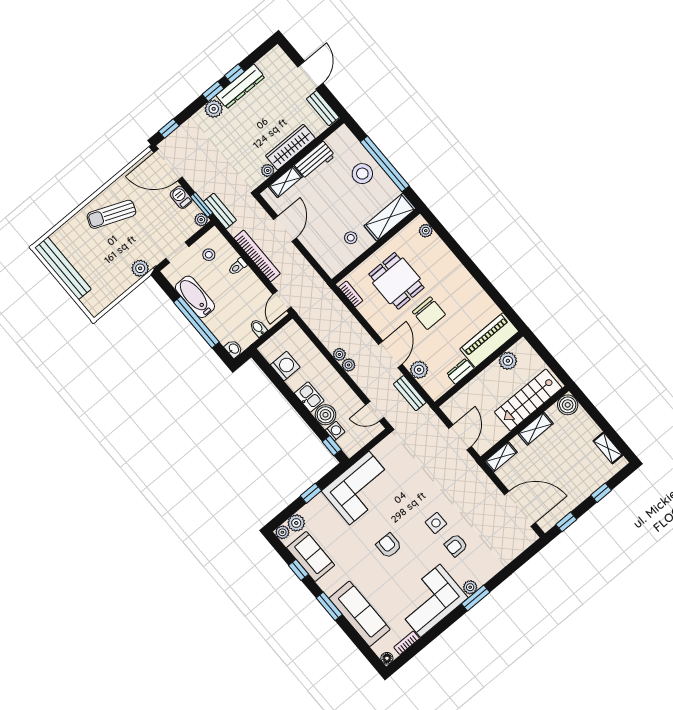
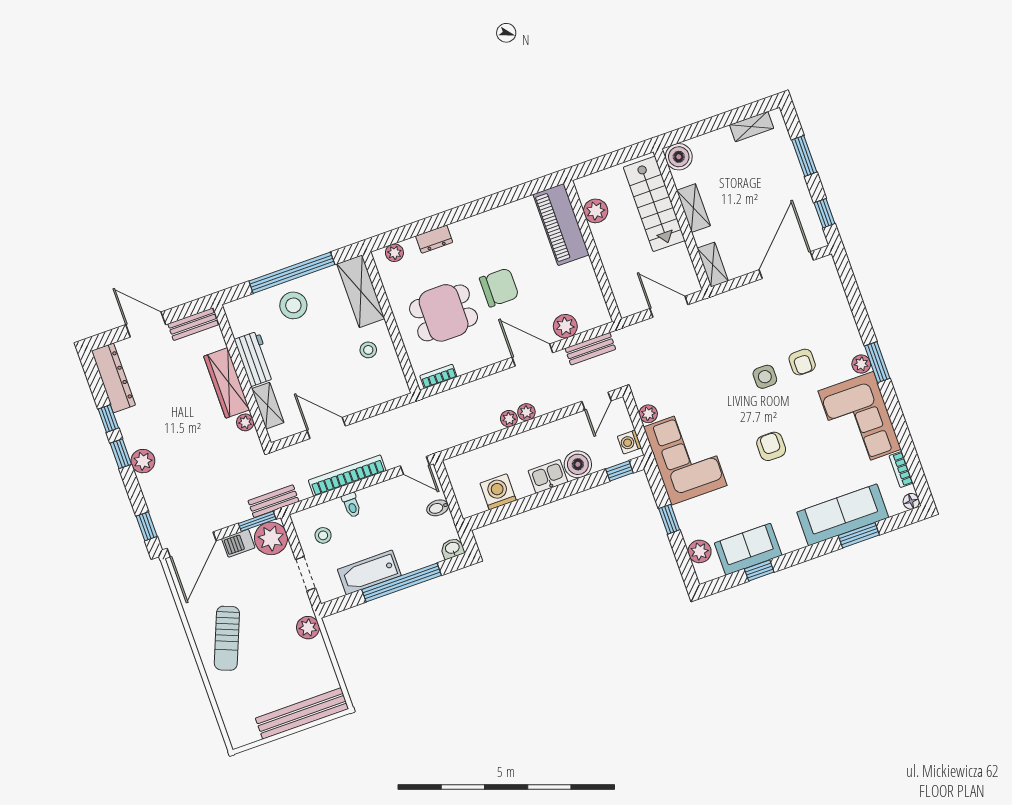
dresser: (240, 86) -> (113, 378), moved
plant: (201, 220) -> (271, 538), width x1.87, depth x1.87
bench: (63, 268) -> (302, 713), moved
dresser: (460, 371) -> (434, 239), moved, turned -90
washing machine: (335, 431) -> (629, 442), moved, turned -90
window: (601, 493) -> (804, 156), width x1.50
plant: (282, 532) -> (648, 414), moved
armchair: (389, 546) -> (771, 446), turned 90
window: (329, 606) -> (859, 535), moved

